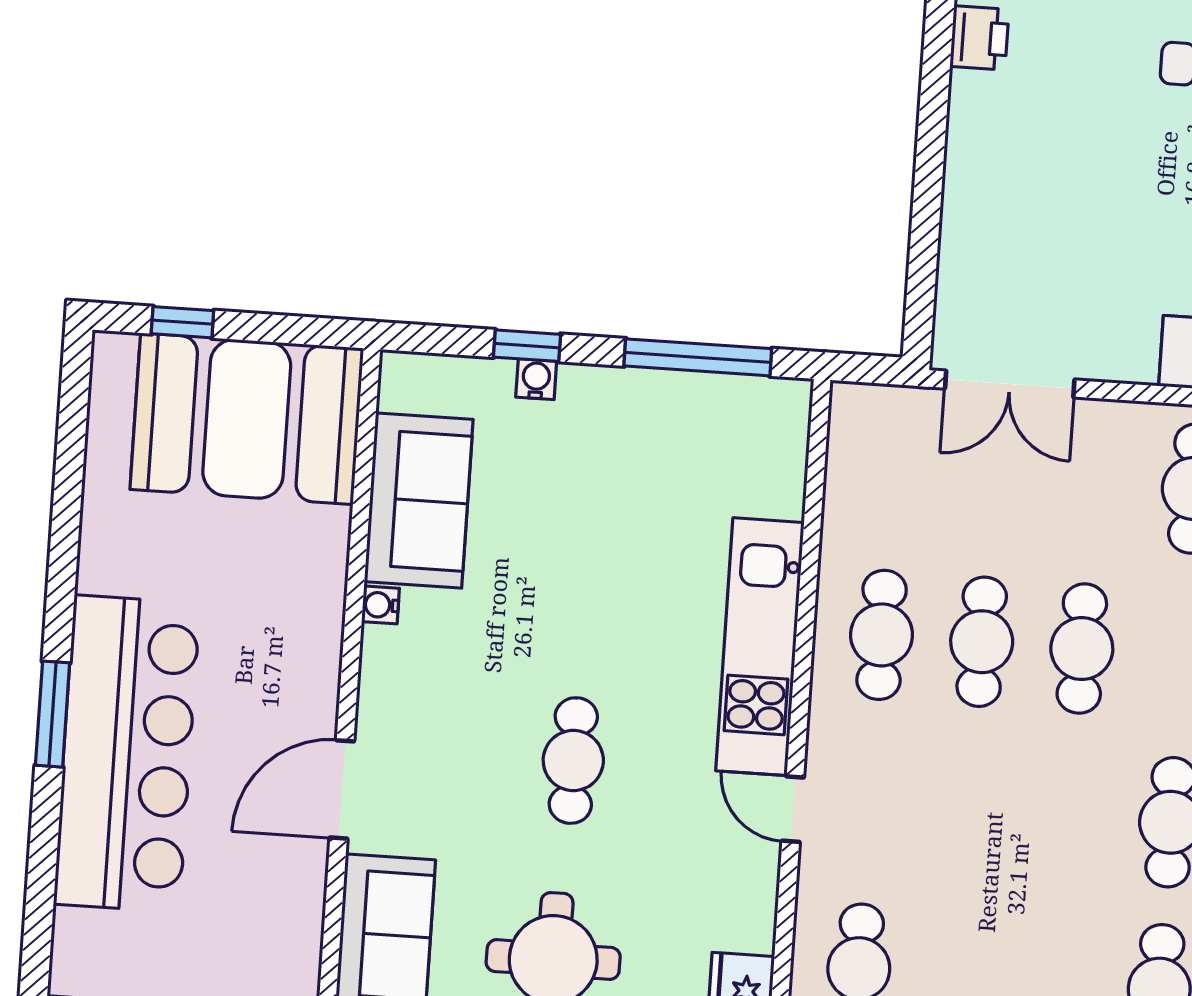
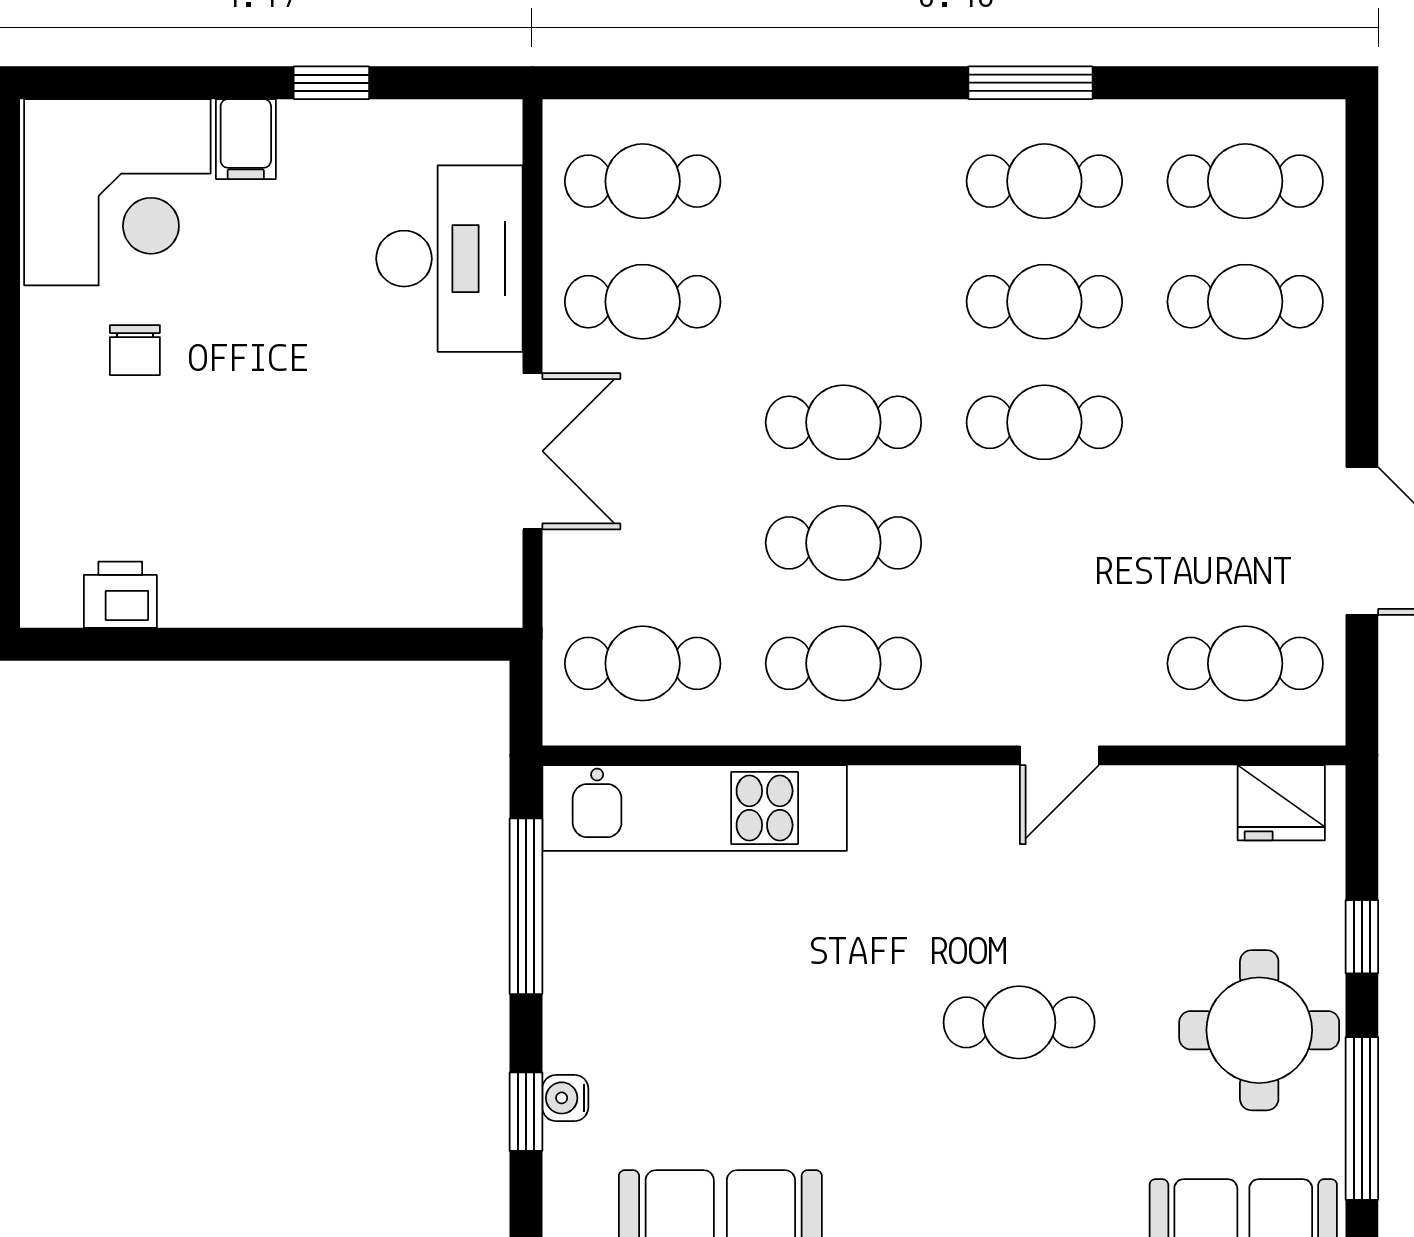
double door: (1010, 384) -> (532, 451), moved
cafe table: (893, 468) -> (643, 663), added
kitchen unit: (760, 647) -> (695, 808), moved
cafe table: (1070, 815) -> (1044, 422), added

